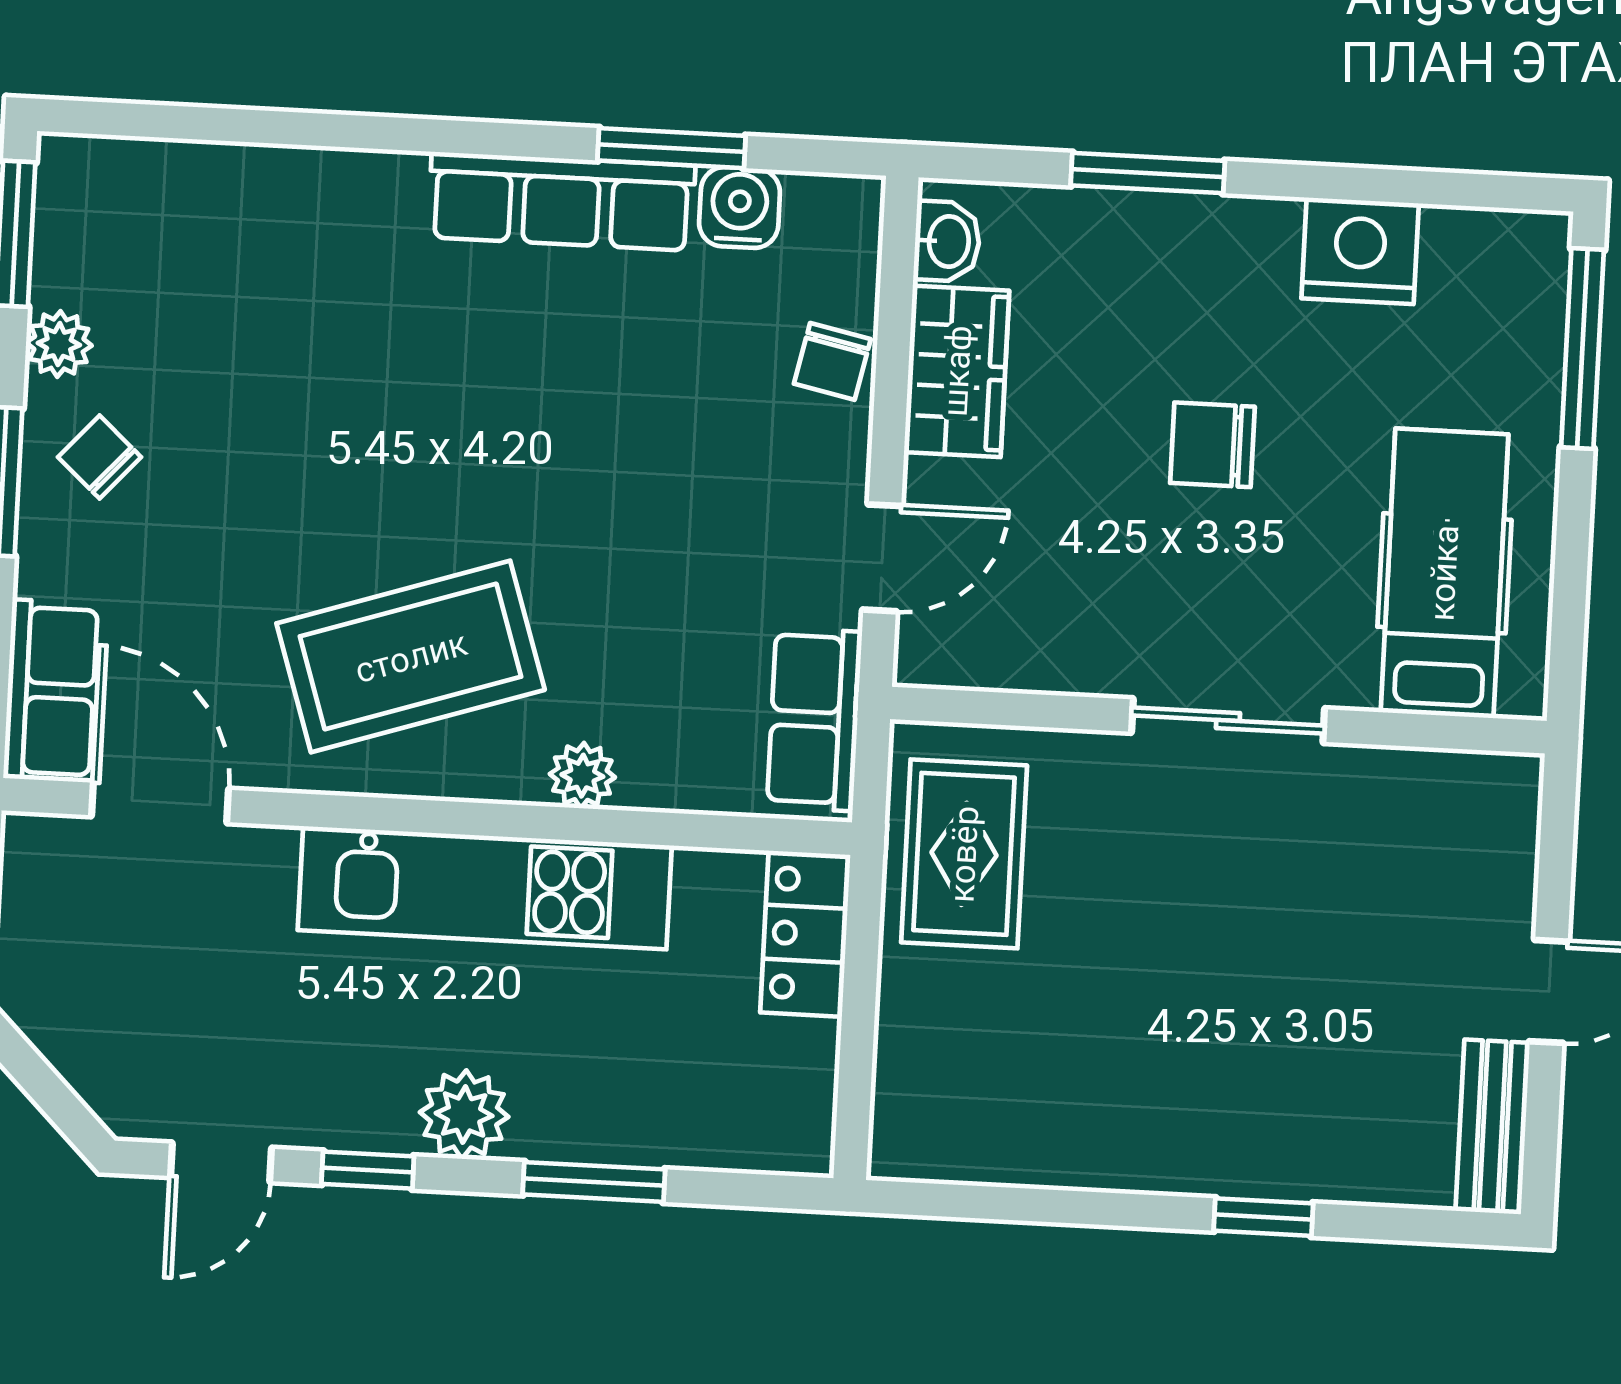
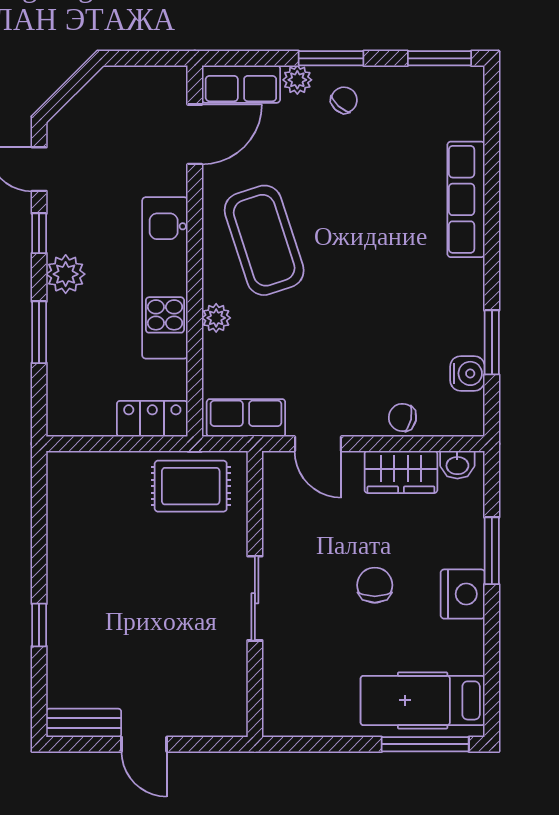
row of seats: (561, 201) -> (466, 199), moved
nightstand: (1360, 251) -> (463, 594), moved
plant: (59, 344) -> (297, 80), moved
hospital bed: (1444, 573) -> (423, 700), moved, turned 180

